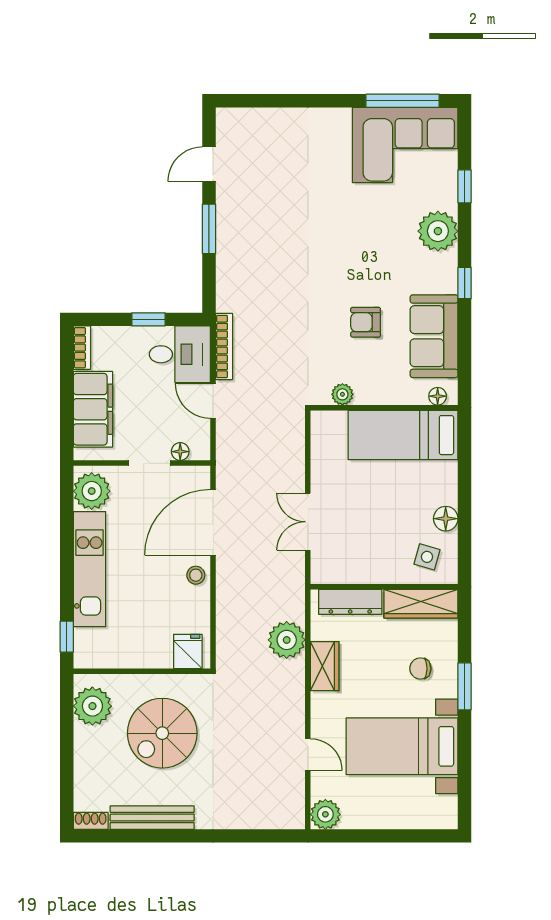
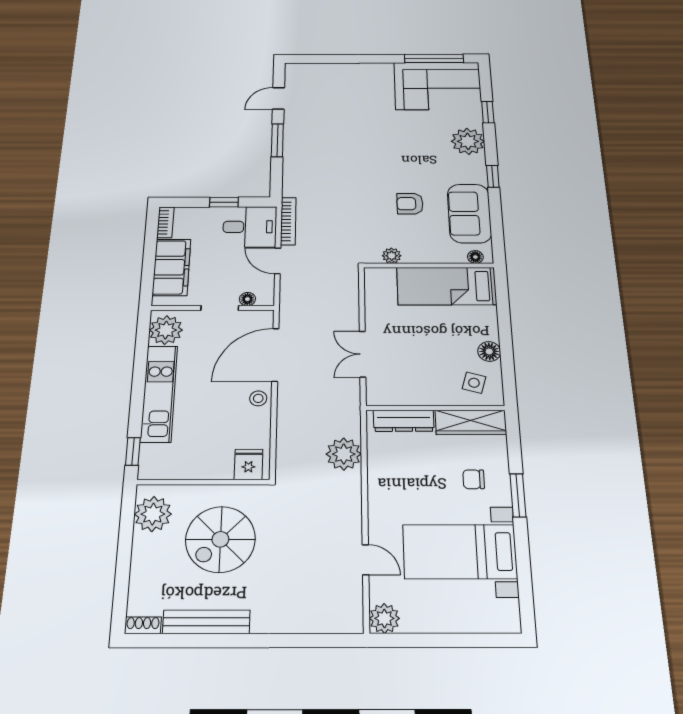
wardrobe: (325, 666) -> (381, 477), removed

